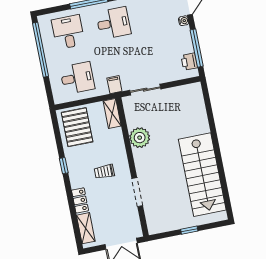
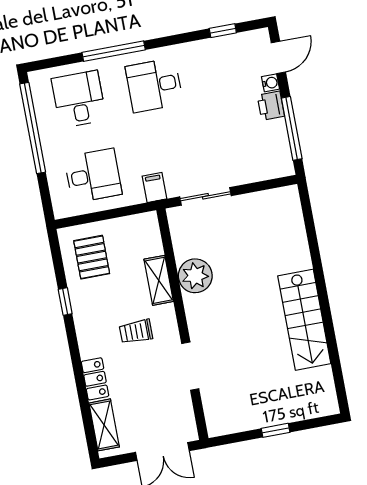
desk: (113, 23) -> (154, 85), turned 180
printer: (189, 62) -> (271, 106), moved
shelving: (112, 113) -> (159, 280), moved
pallet: (77, 127) -> (92, 257), width x0.67, depth x0.71
window: (64, 166) -> (65, 301), moved
stairs: (202, 175) -> (304, 320), width x0.73, depth x0.66

